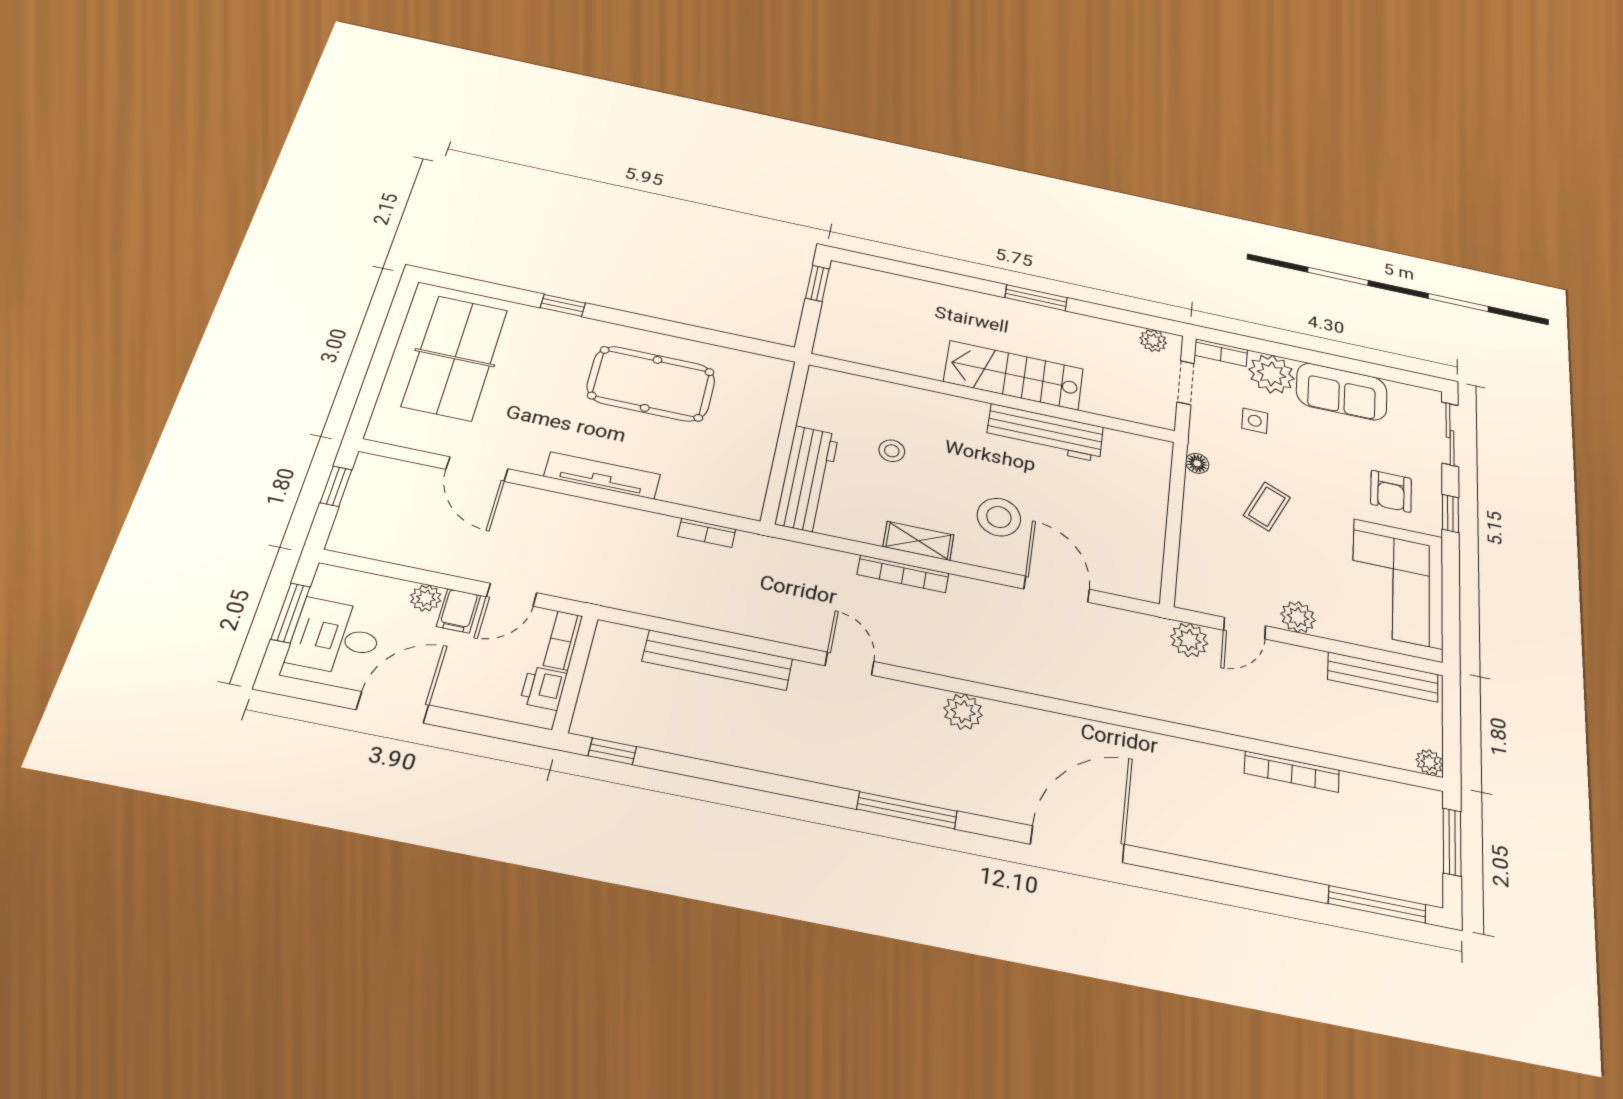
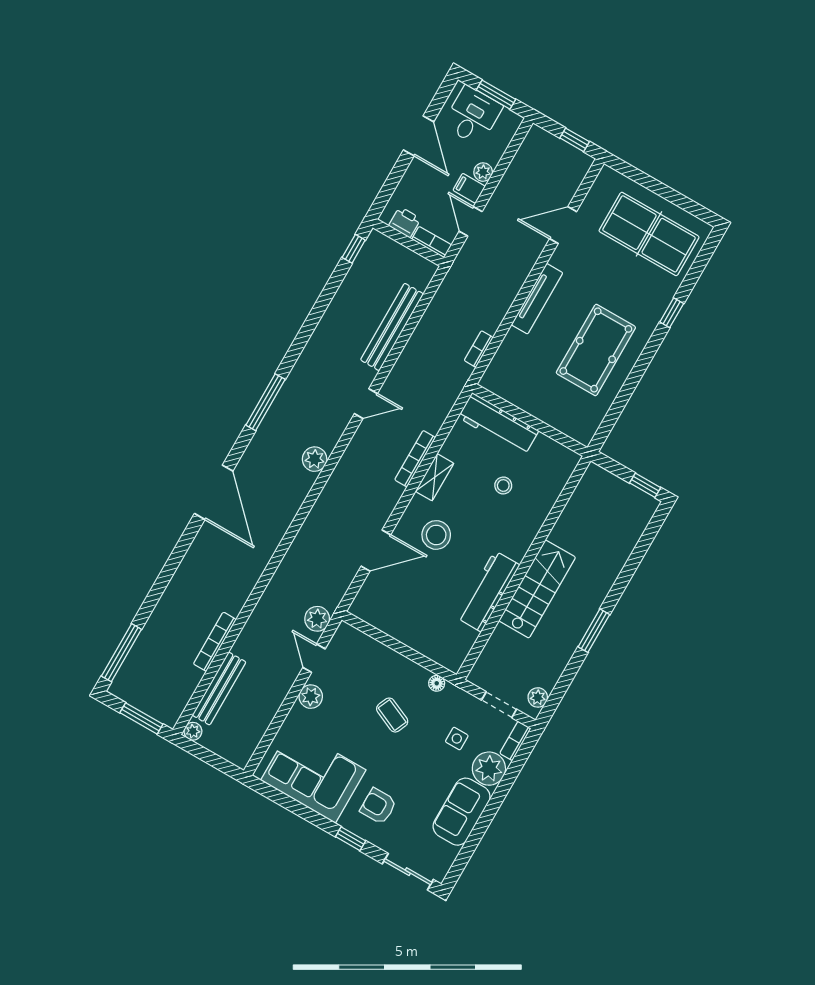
bench: (1383, 677) -> (219, 689), moved

